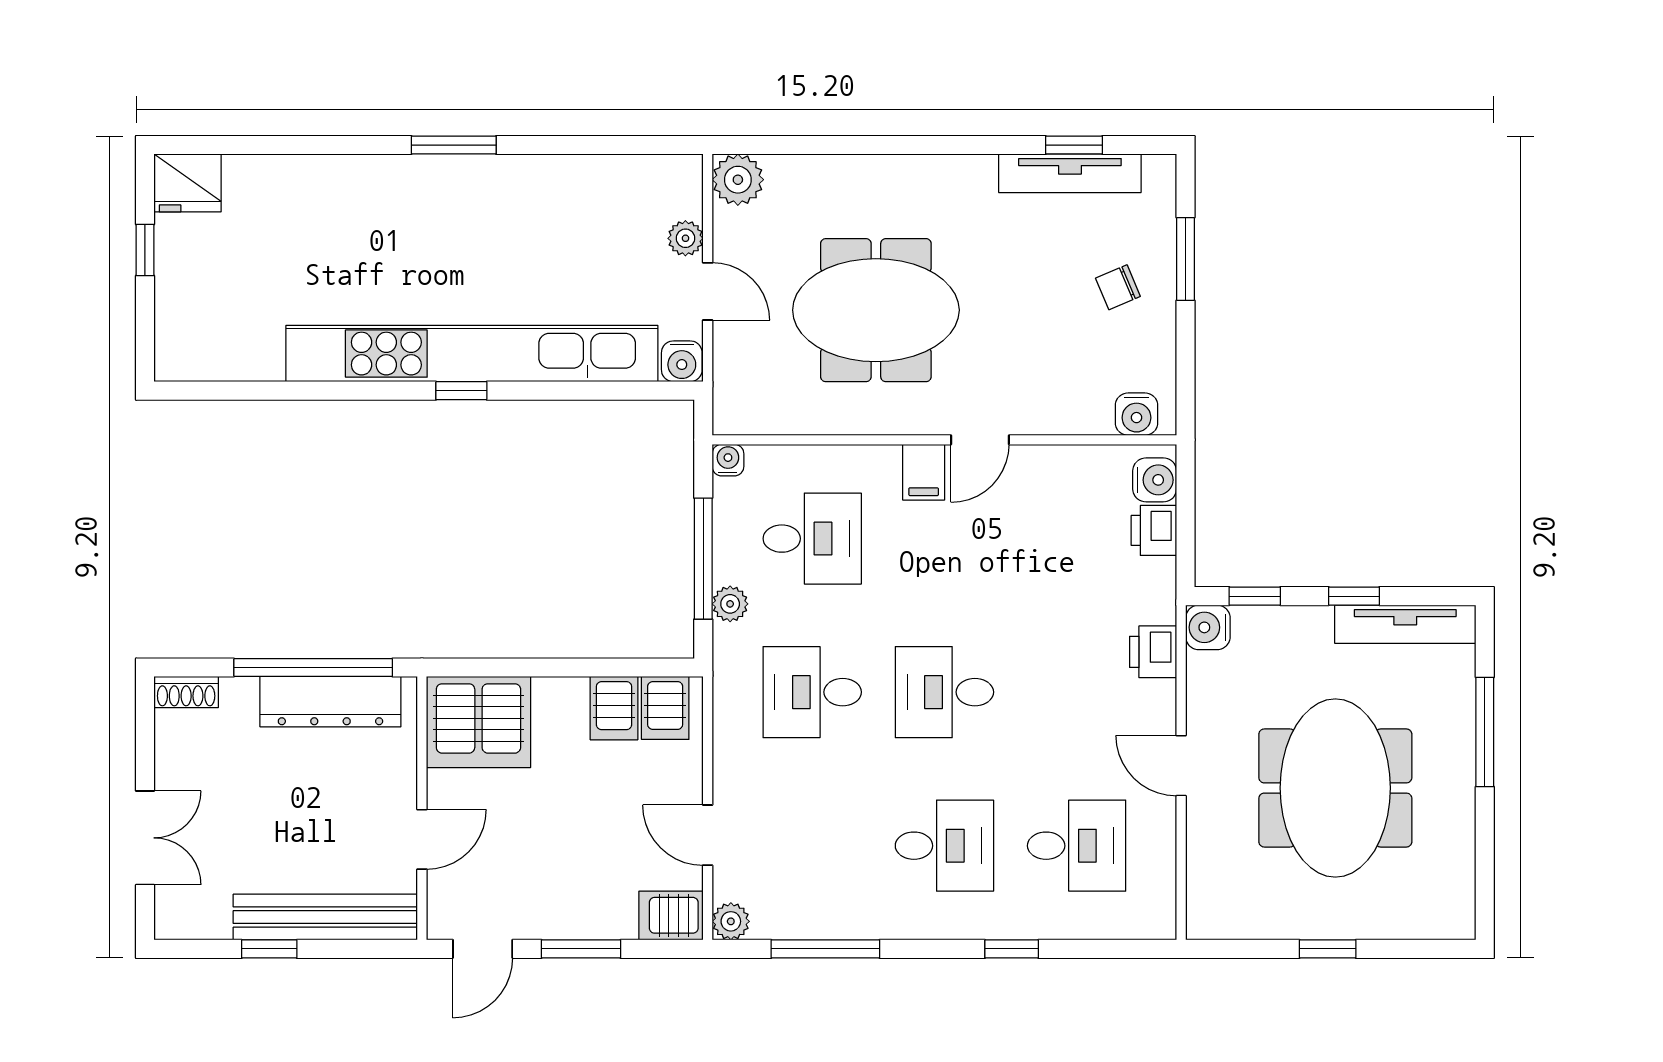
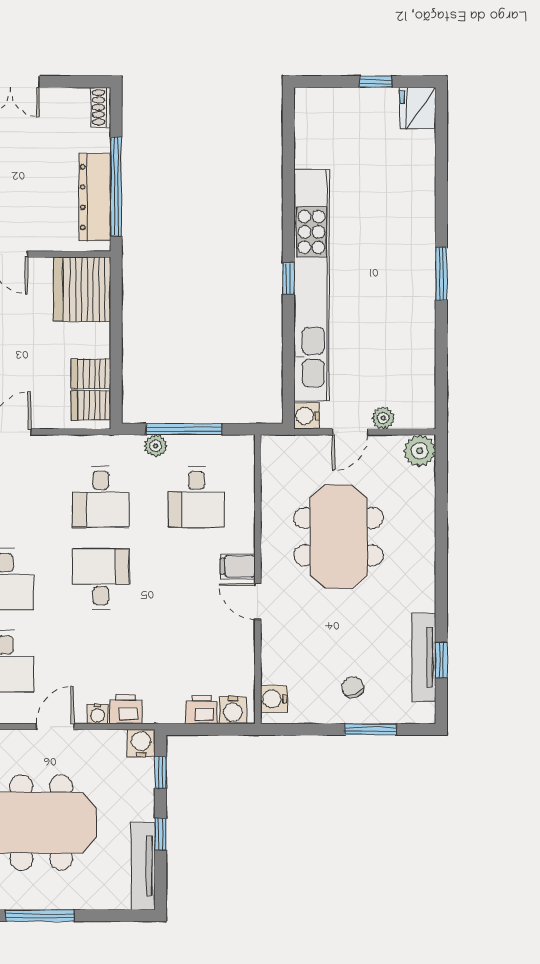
water cooler: (728, 460) -> (98, 714), moved, turned 90
desk: (812, 692) -> (101, 497), turned 180
window: (1485, 732) -> (40, 916), moved

